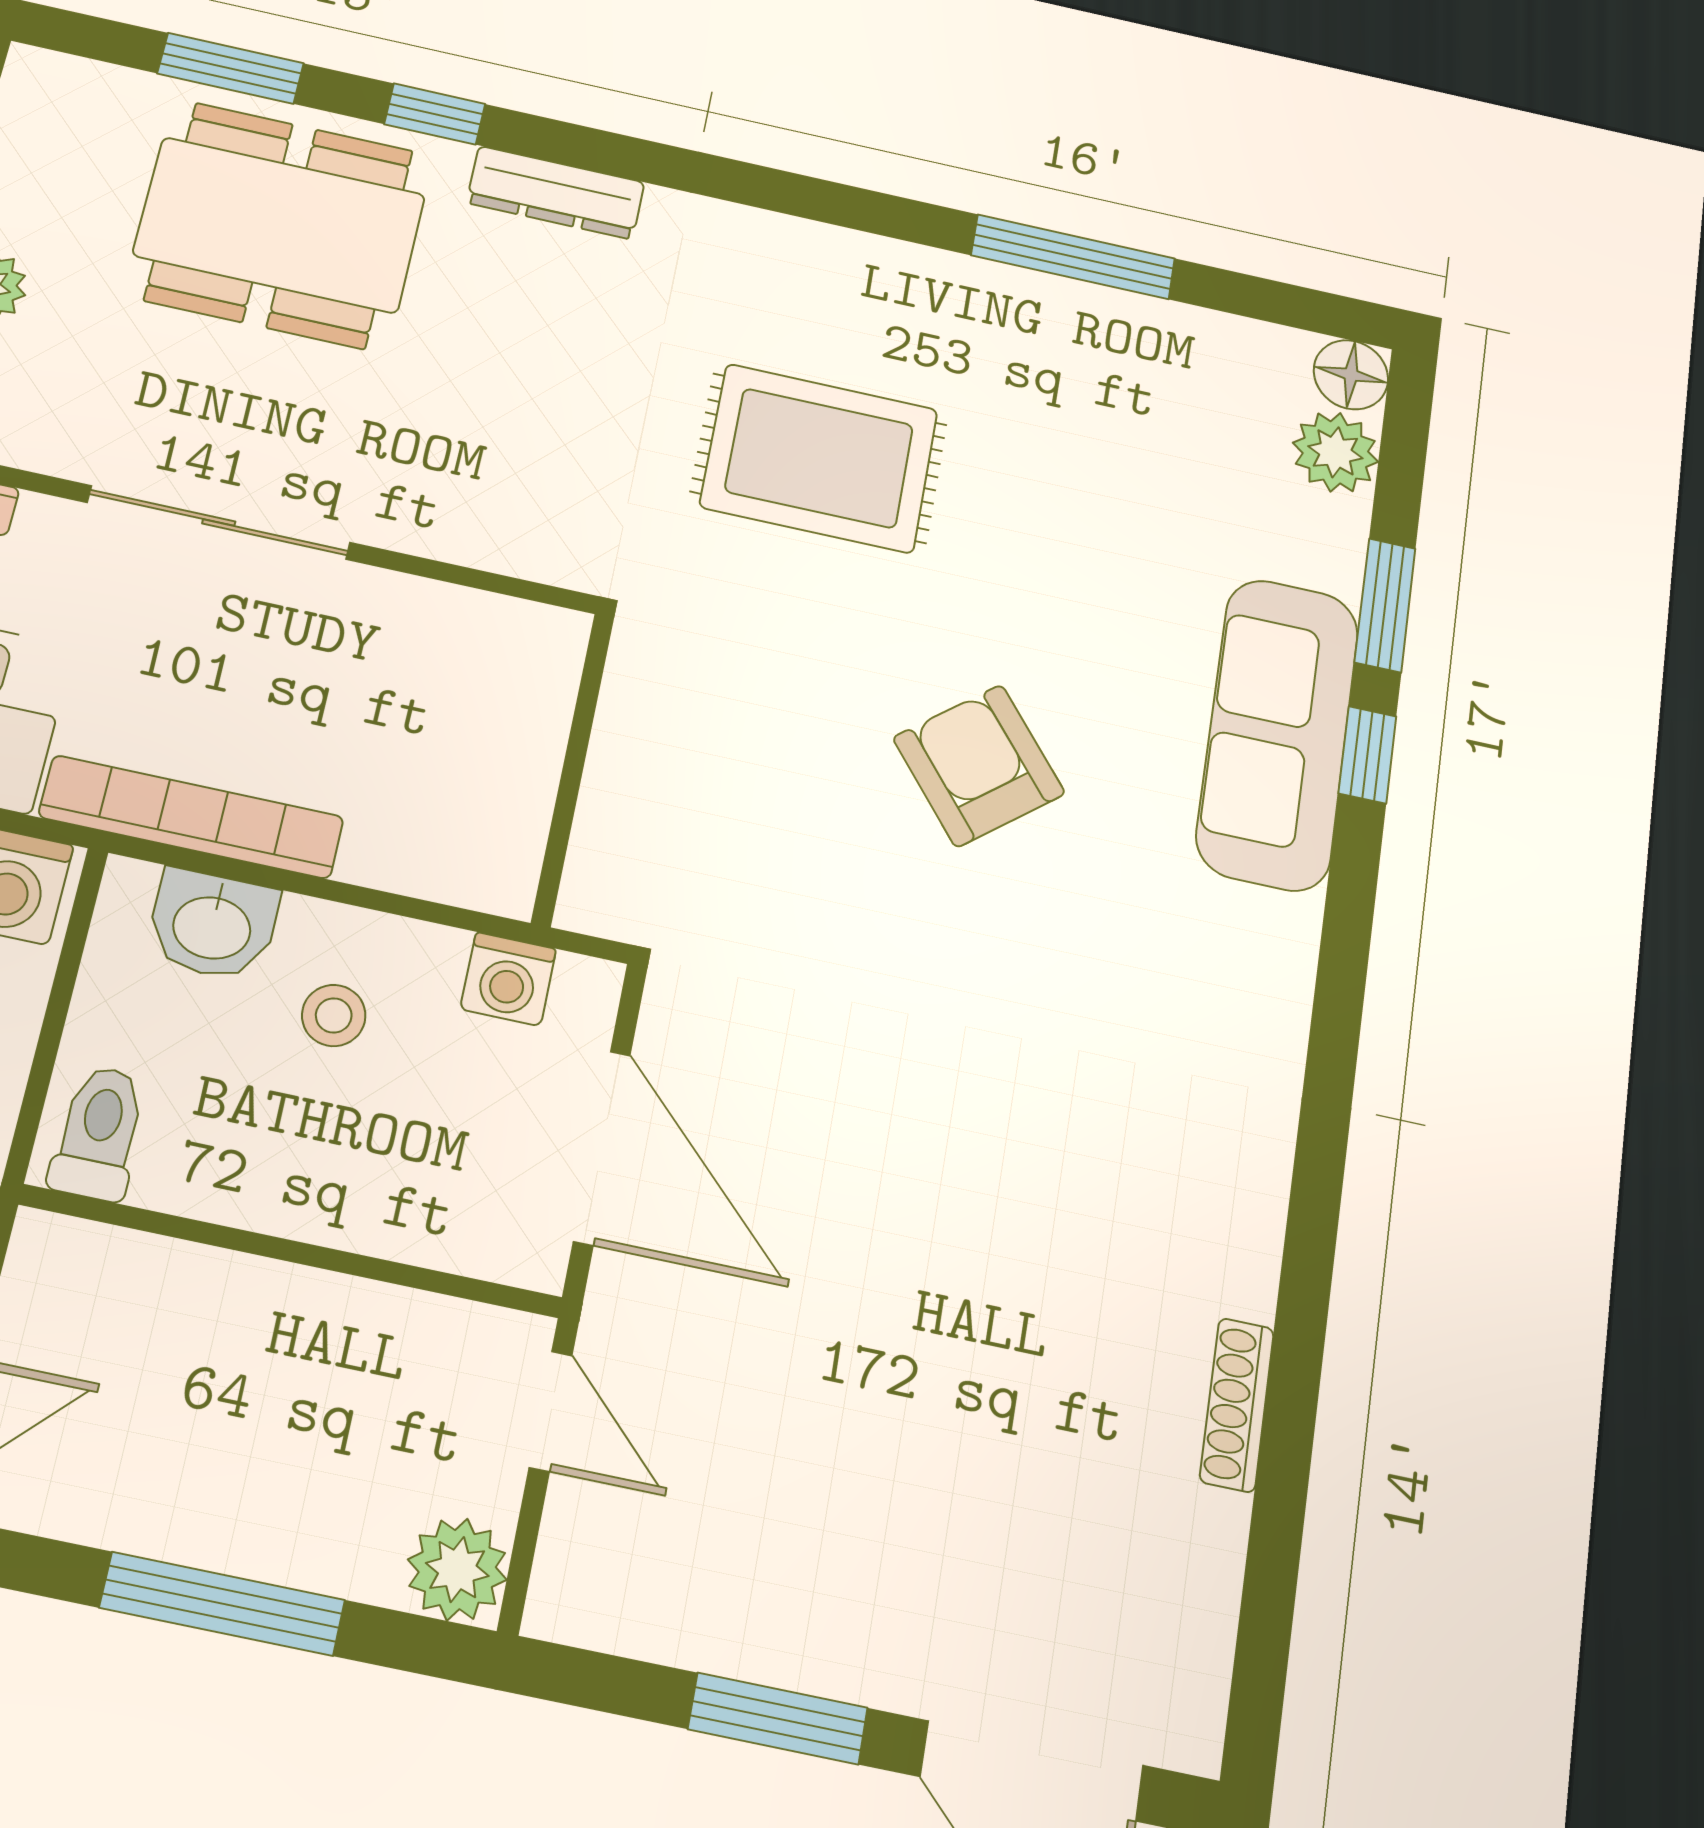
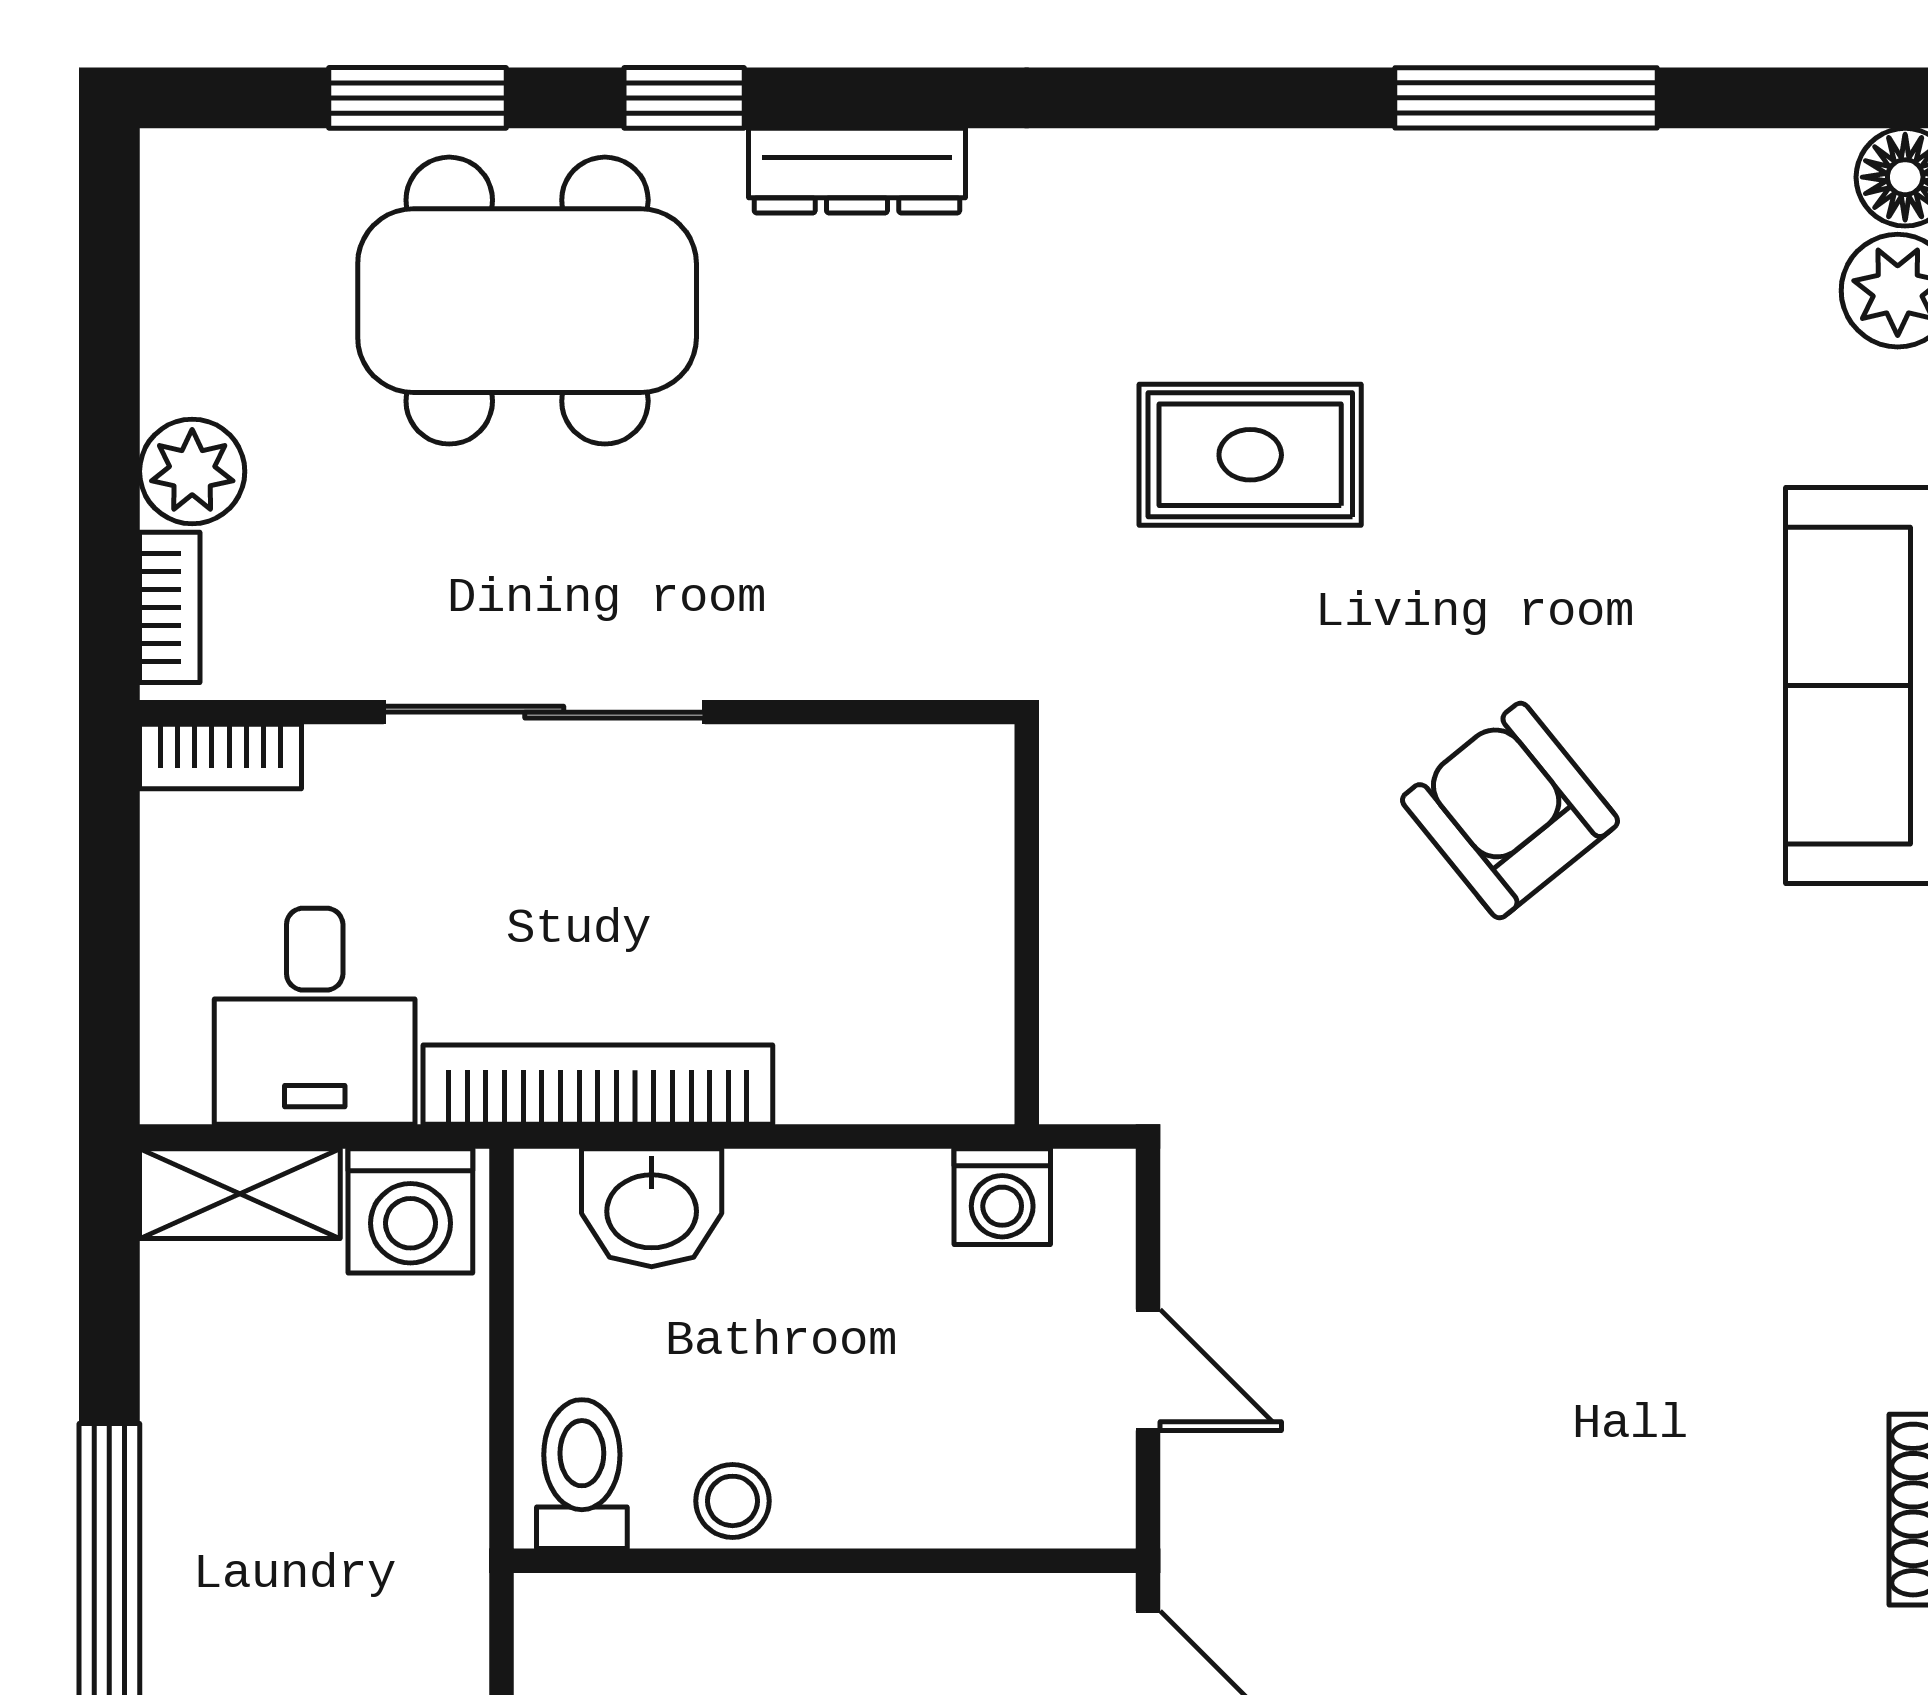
rug: (819, 458) -> (1250, 455), width x0.73, depth x0.70
stool: (334, 1015) -> (733, 1501), moved
door: (602, 1148) -> (1148, 1370), width x0.53

